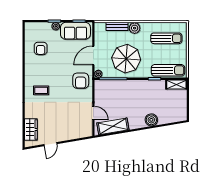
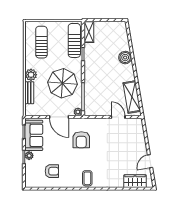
armchair: (81, 81) -> (81, 140), moved, turned 90
coffee table: (41, 90) -> (87, 178), moved
door: (93, 113) -> (118, 117), hinge flipped
door: (50, 144) -> (150, 161), swing flipped

